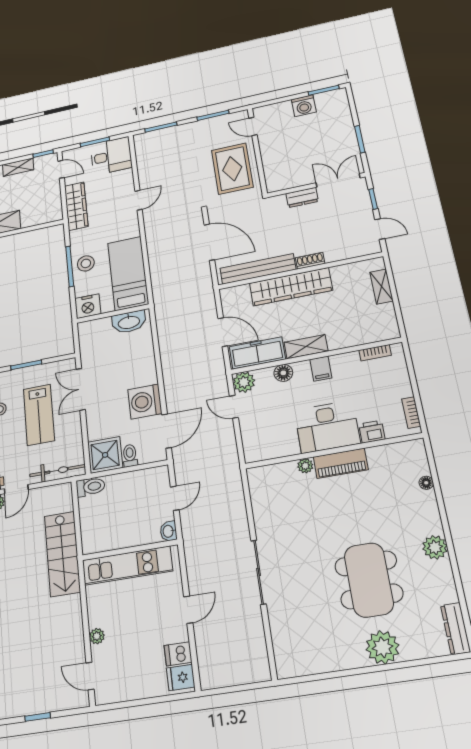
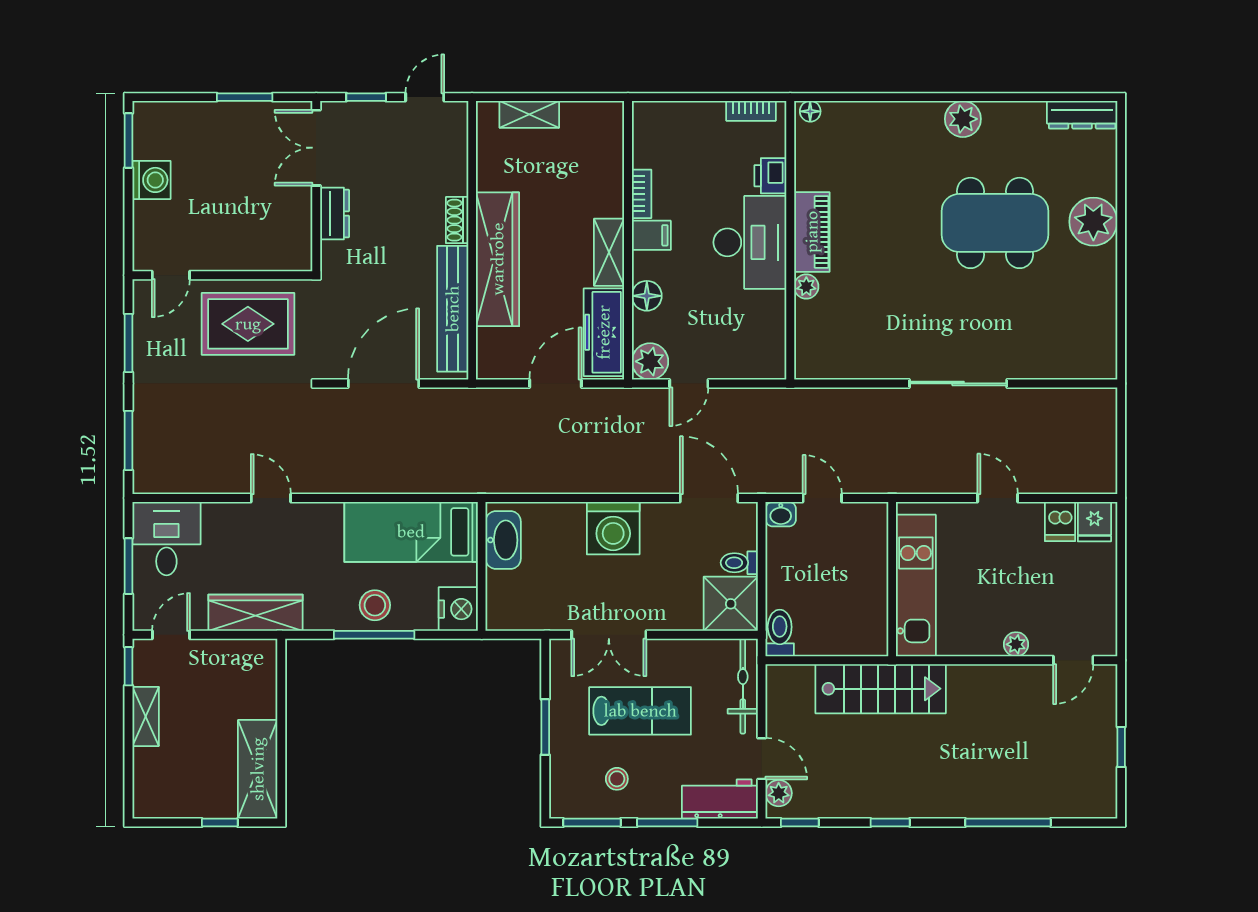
bookcase: (375, 353) -> (642, 194), moved
washing machine: (145, 402) -> (613, 528), moved
floor lamp: (426, 483) -> (810, 111), moved
washbasin: (168, 531) -> (781, 514), moved

